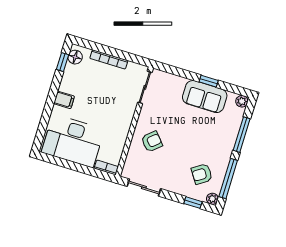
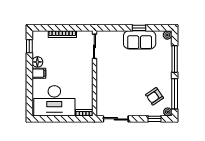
floor lamp: (75, 57) -> (37, 62), moved
armchair: (152, 142) -> (111, 84), removed

